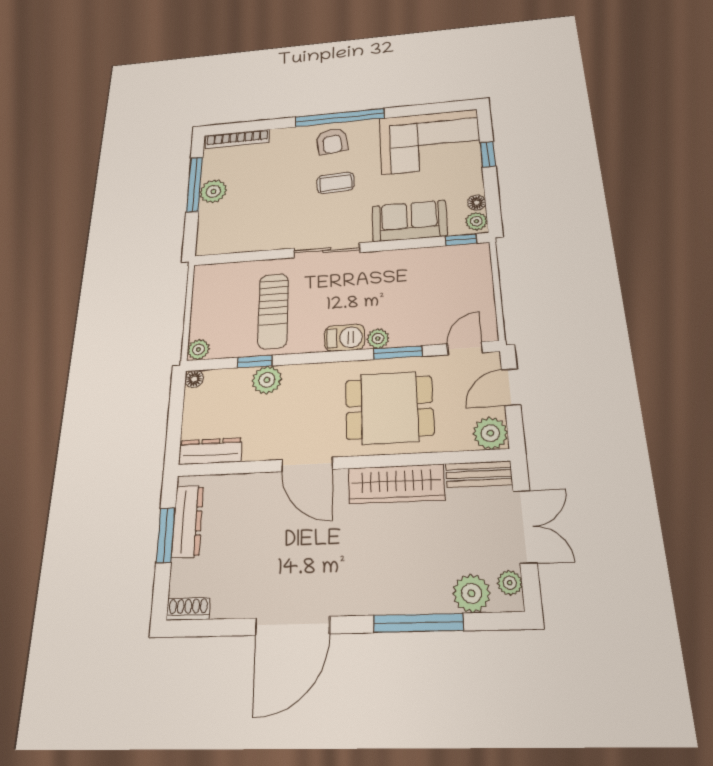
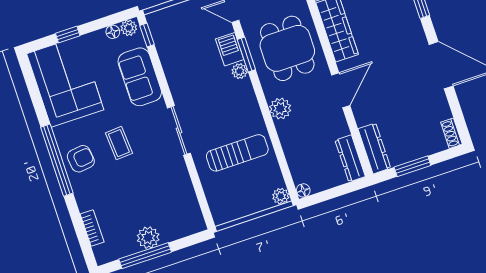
bookcase: (237, 139) -> (92, 228), width x0.64
barbecue: (345, 338) -> (230, 49), moved
window: (255, 362) -> (279, 152), removed
plant: (267, 380) -> (280, 109), moved
dresser: (188, 521) -> (374, 148), moved, turned 90

